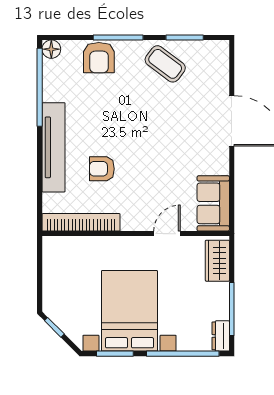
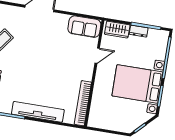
armchair: (102, 169) -> (54, 86), removed
door: (167, 234) -> (97, 56), swing flipped
dresser: (221, 336) -> (139, 31), moved

